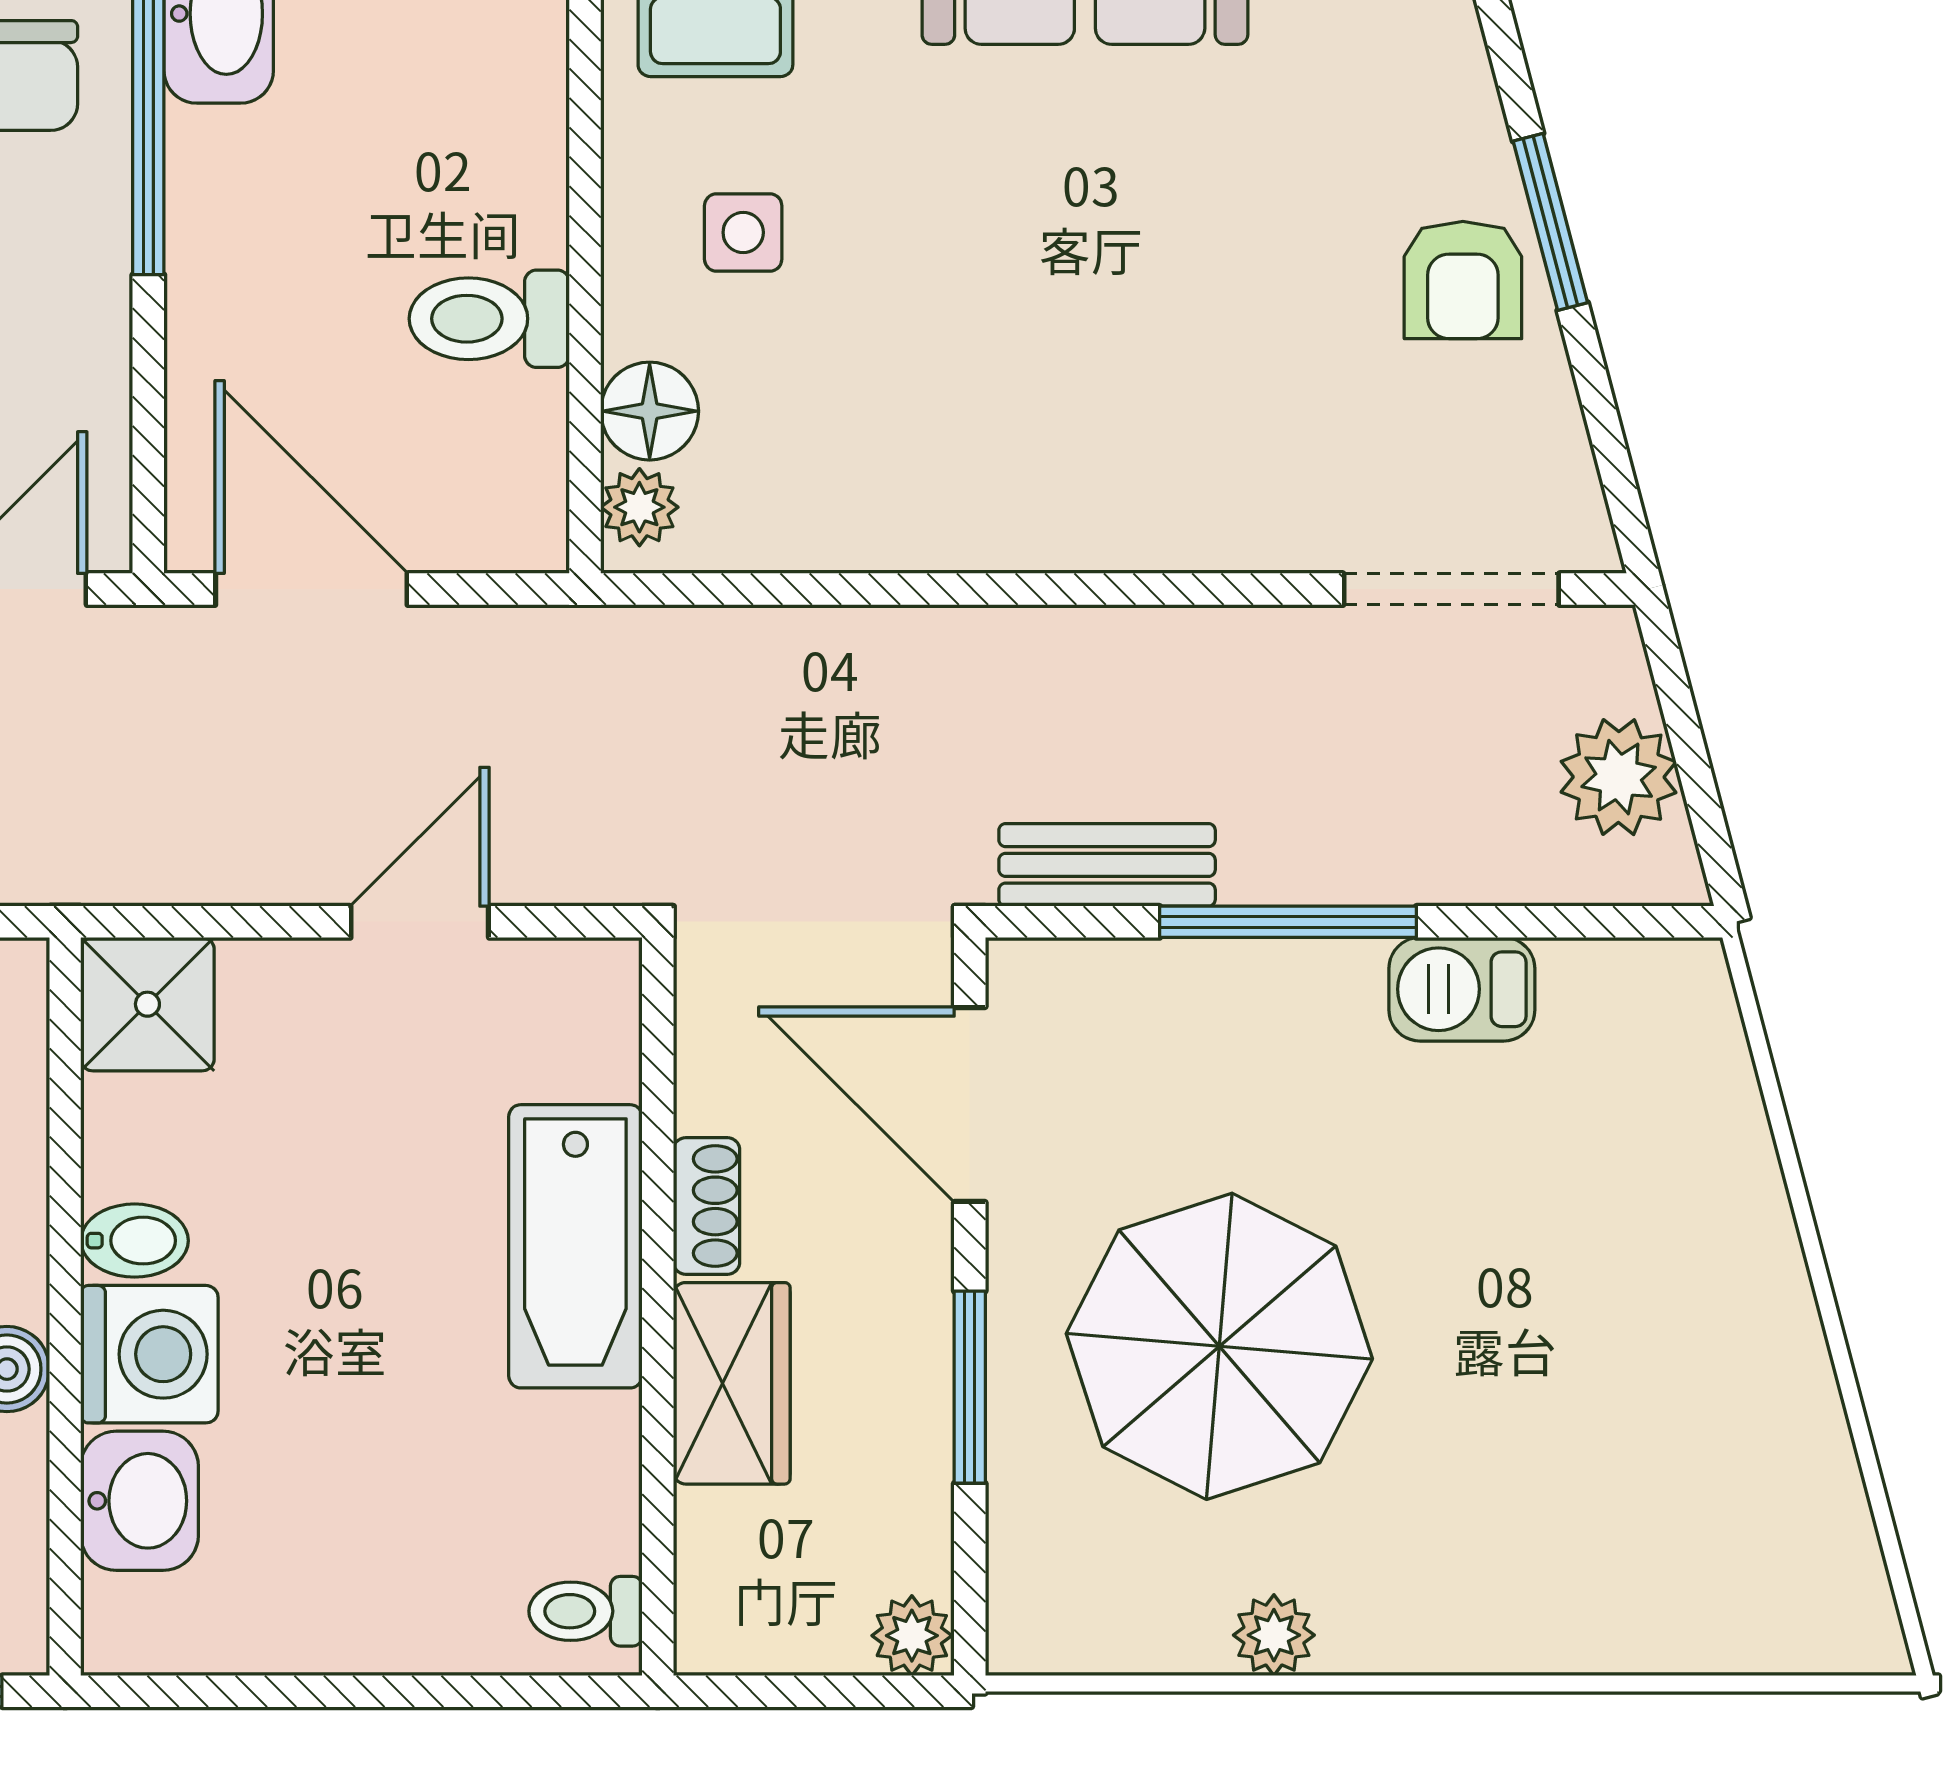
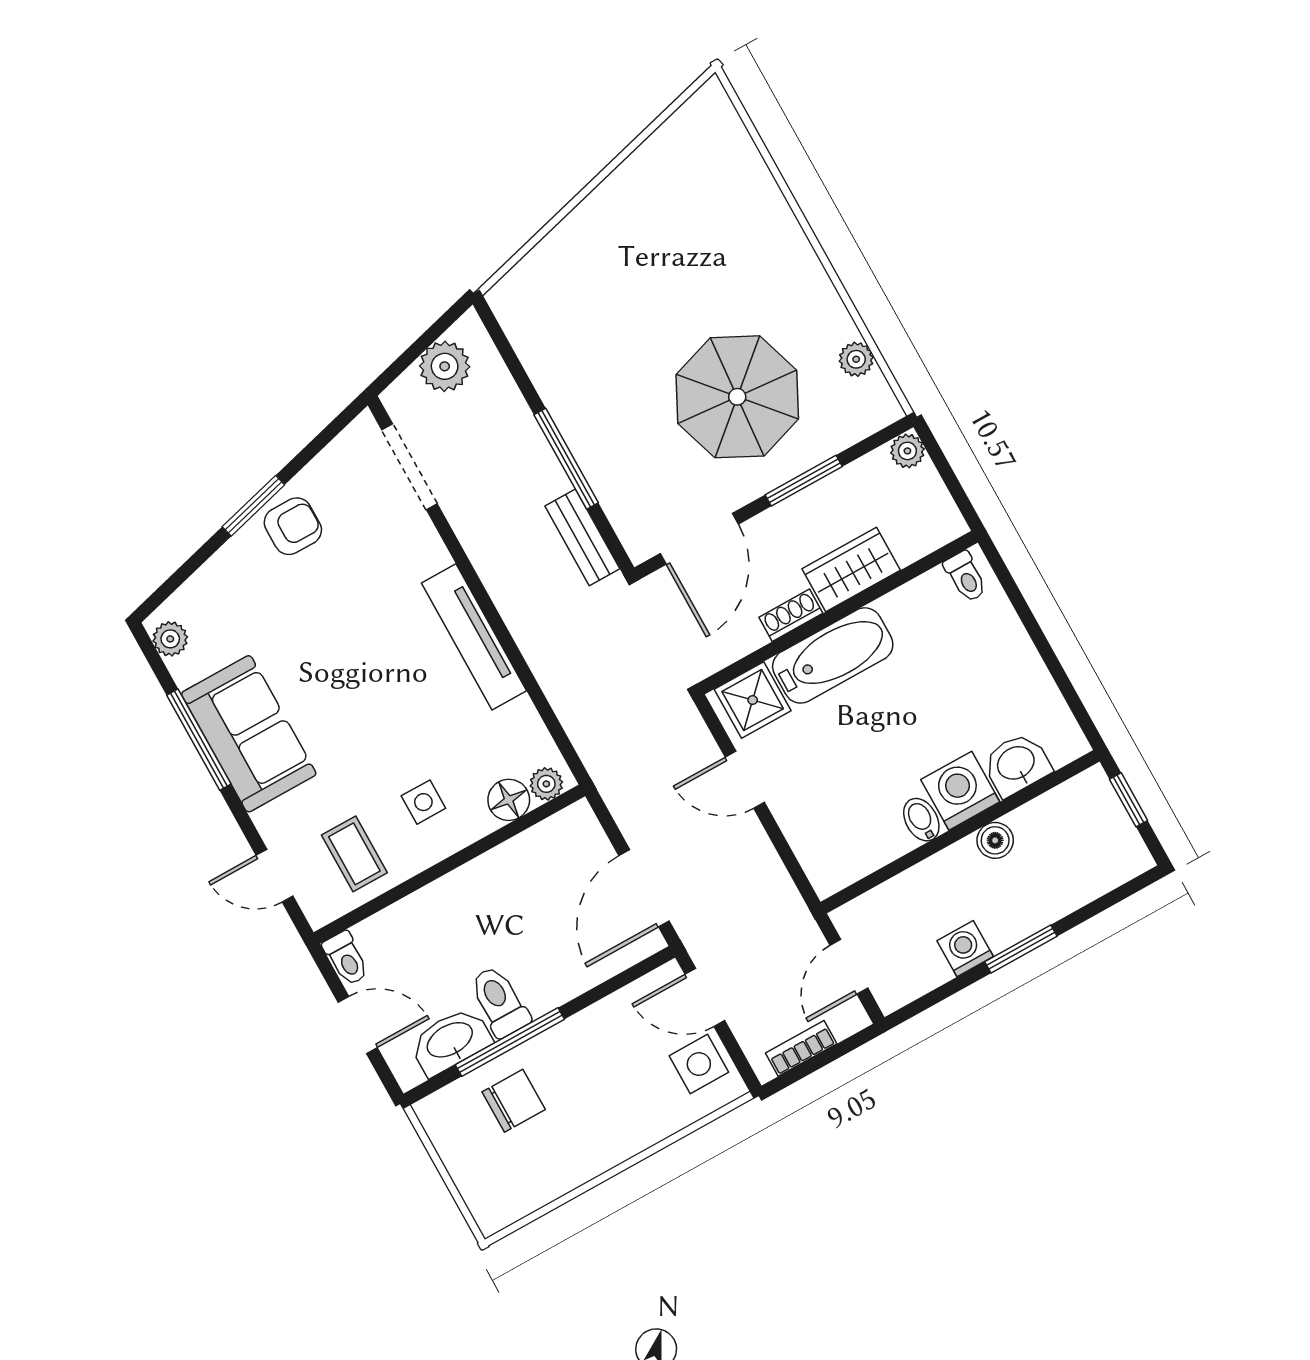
toilet: (489, 319) -> (499, 1001), moved, turned 180
tv unit: (1026, 527) -> (474, 637), added
barbecue: (1462, 989) -> (555, 381), removed
shower: (147, 1004) -> (753, 700), moved
plant: (1274, 1635) -> (856, 359), moved

